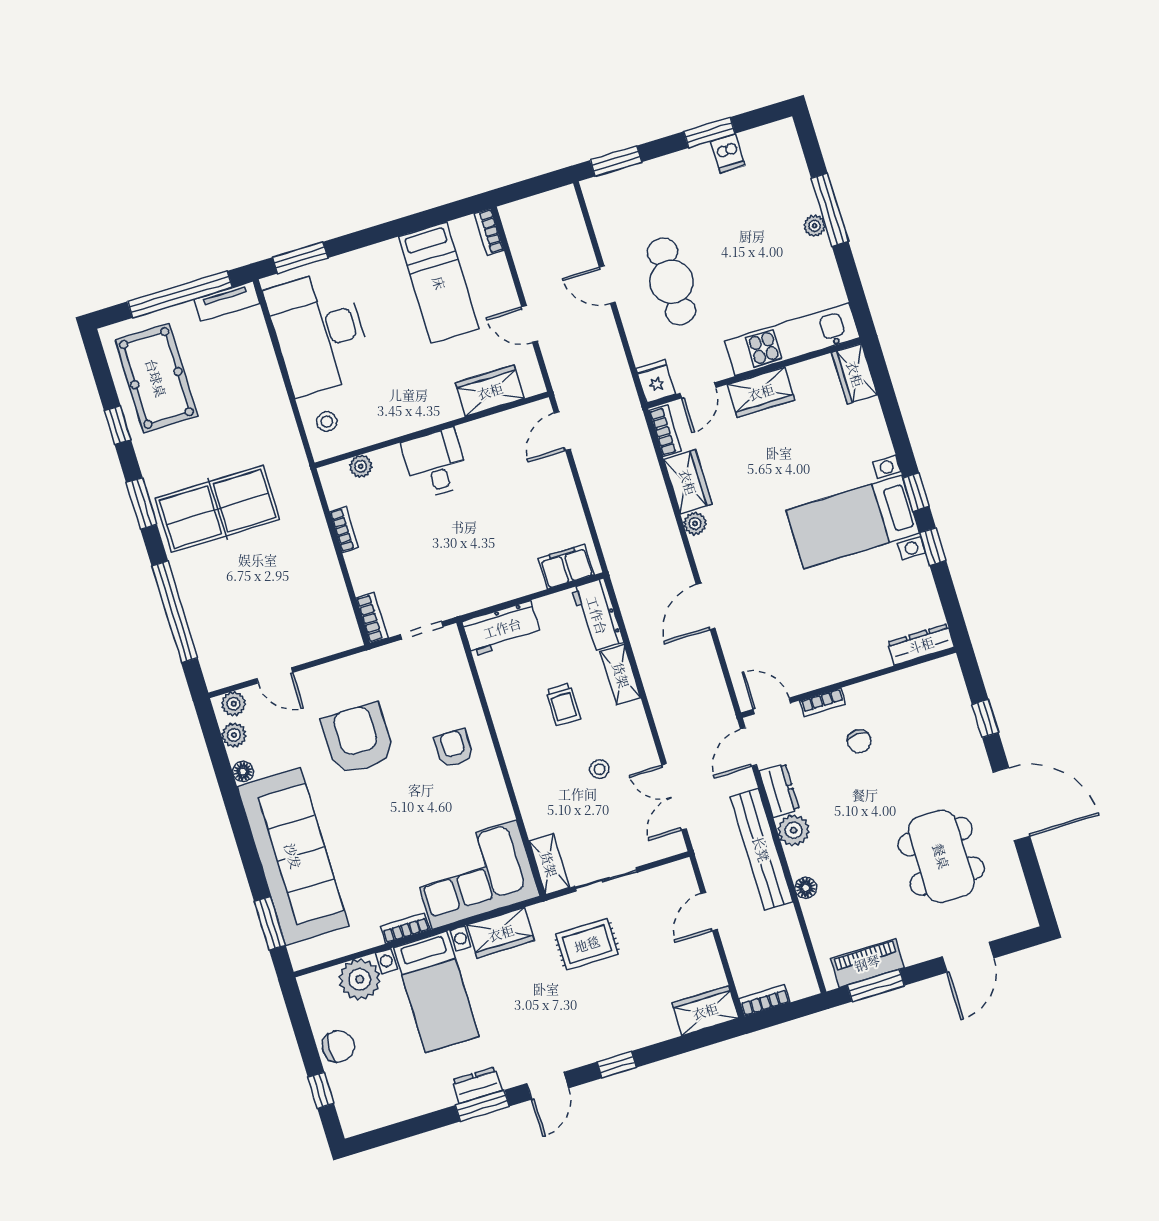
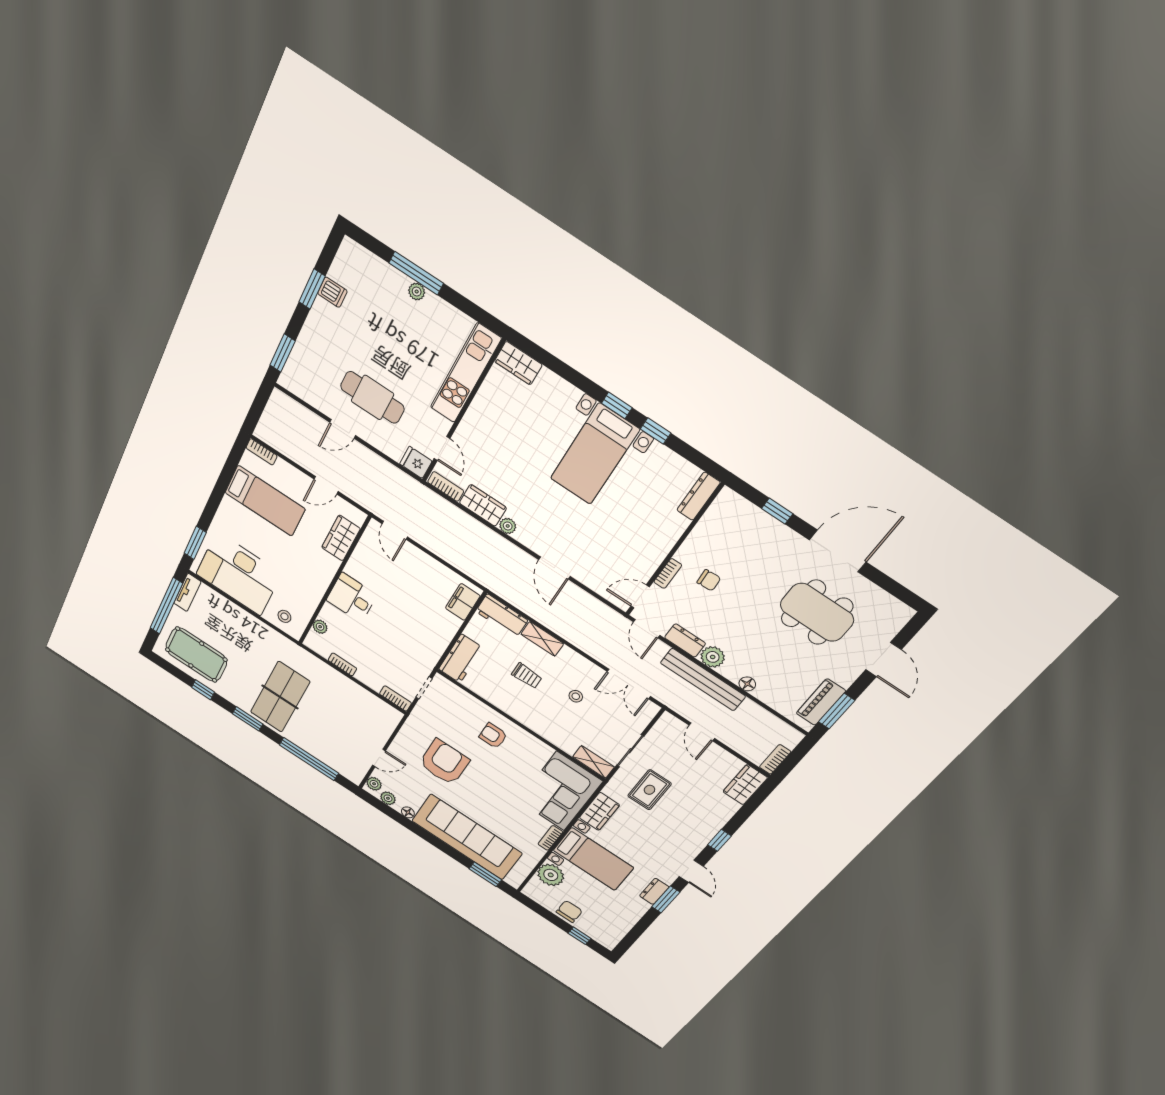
wardrobe: (761, 392) -> (476, 420), removed
armchair: (358, 739) -> (444, 762), turned 90

